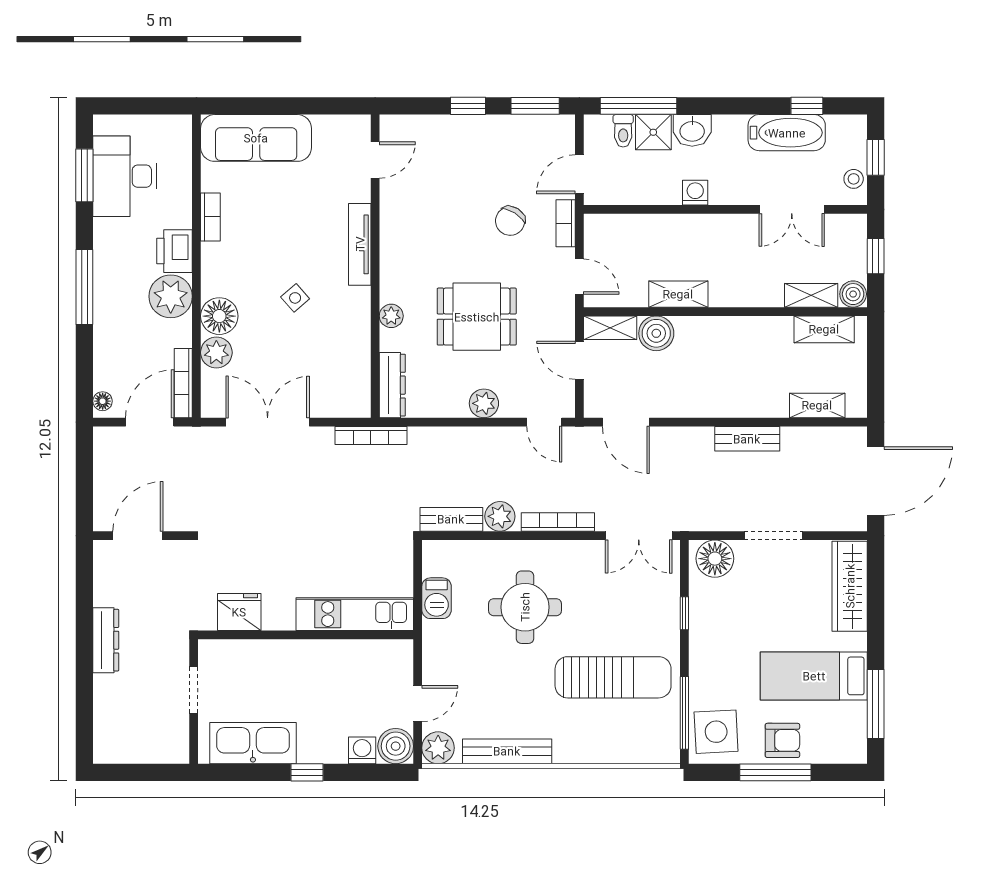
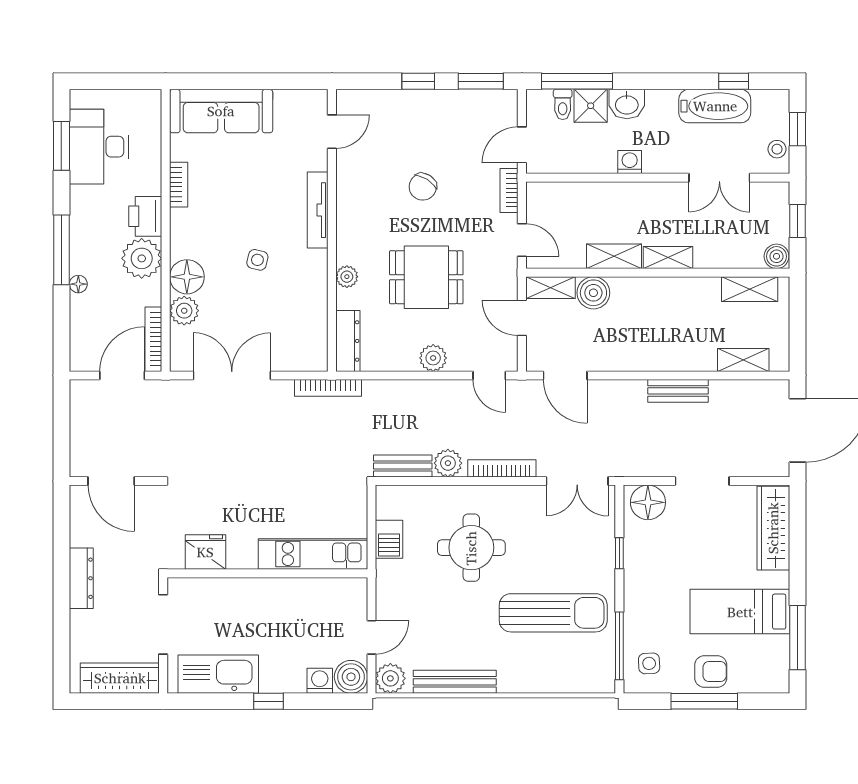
chair: (510, 221) -> (423, 187), moved
shelving: (811, 295) -> (668, 258), moved
side table: (295, 298) -> (257, 260), turned -35
floor lamp: (103, 401) -> (78, 284), moved
door: (138, 536) -> (111, 481), swing flipped
doorway: (194, 690) -> (163, 624), width x1.38
side table: (716, 732) -> (649, 663), width x0.54, depth x0.54
wardrobe: (147, 747) -> (120, 678), added

